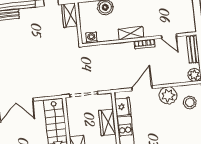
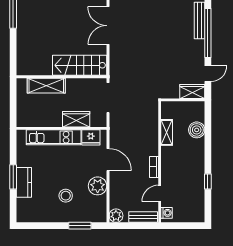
shelving: (131, 33) -> (167, 132), moved
washing machine: (92, 38) -> (166, 213), moved
stool: (190, 103) -> (66, 196), moved

